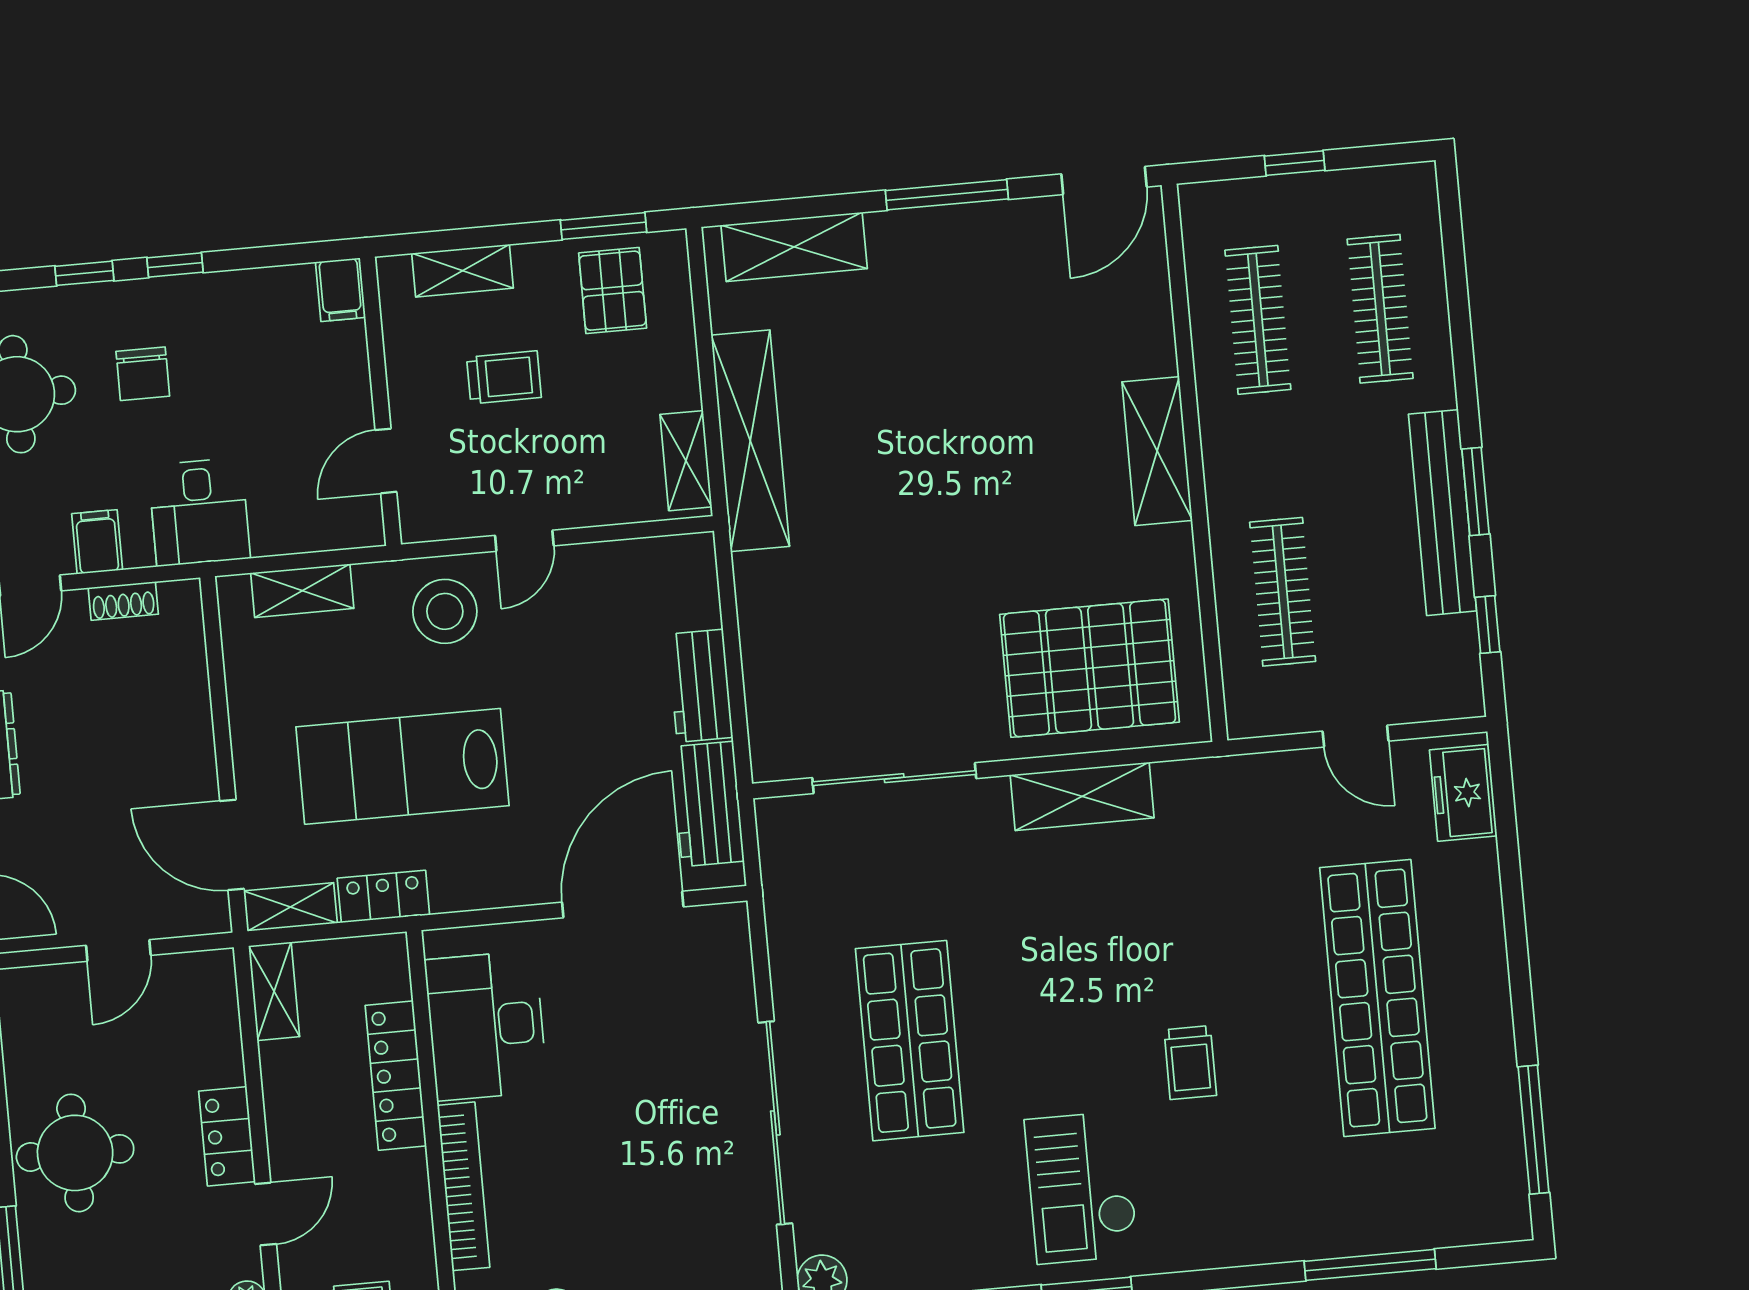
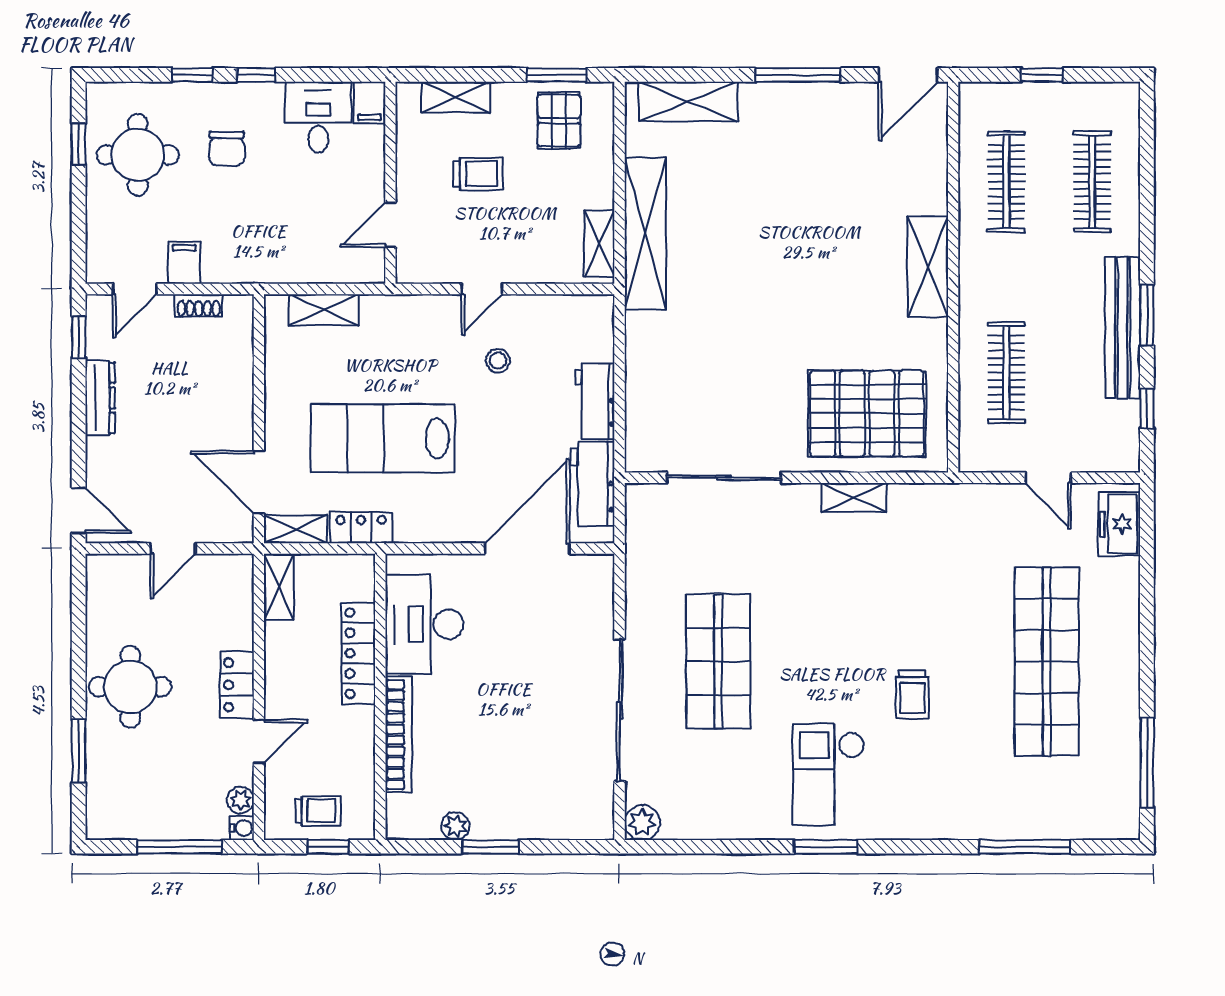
desk: (199, 512) -> (318, 117), moved, turned 180
stool: (445, 611) -> (498, 361), moved, width x0.53, depth x0.53
shelving: (1082, 796) -> (854, 497), width x0.67, depth x0.75

